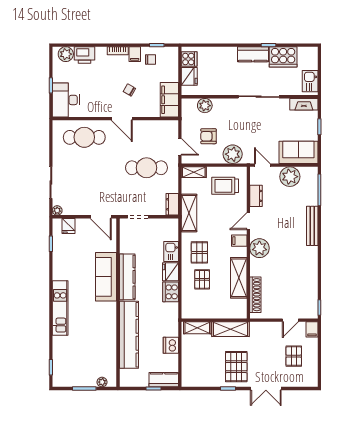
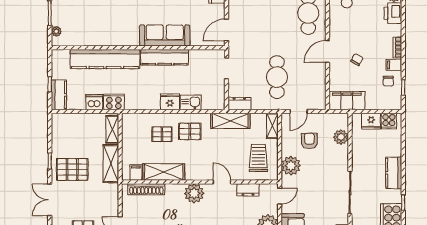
kitchen counter: (253, 54) -> (394, 173), moved
filing cabinet: (239, 241) -> (136, 173), moved
cooker: (171, 292) -> (114, 102), moved

